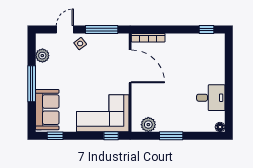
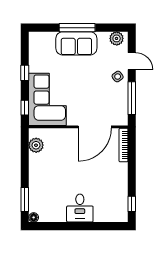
plant: (42, 56) -> (117, 38), moved
desk: (211, 98) -> (80, 208), moved
sofa: (47, 110) -> (76, 43), moved
window: (55, 136) -> (25, 73), moved
window: (171, 136) -> (25, 200), moved

